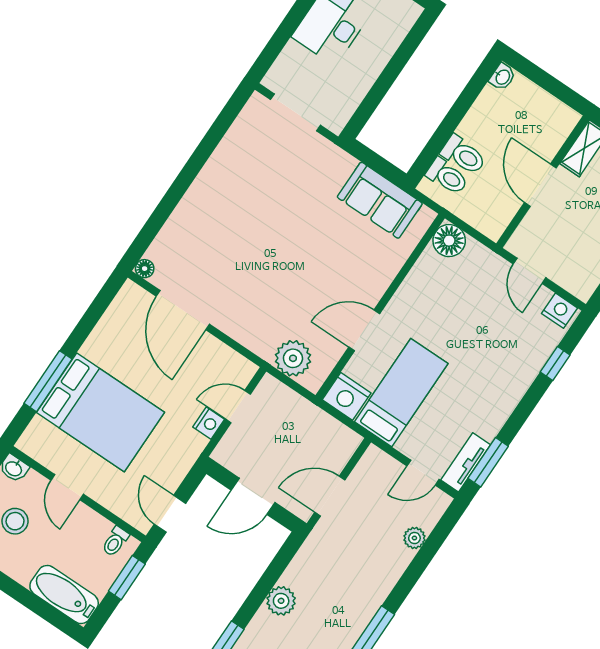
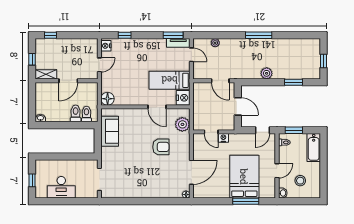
armchair: (277, 283) -> (161, 147), added

